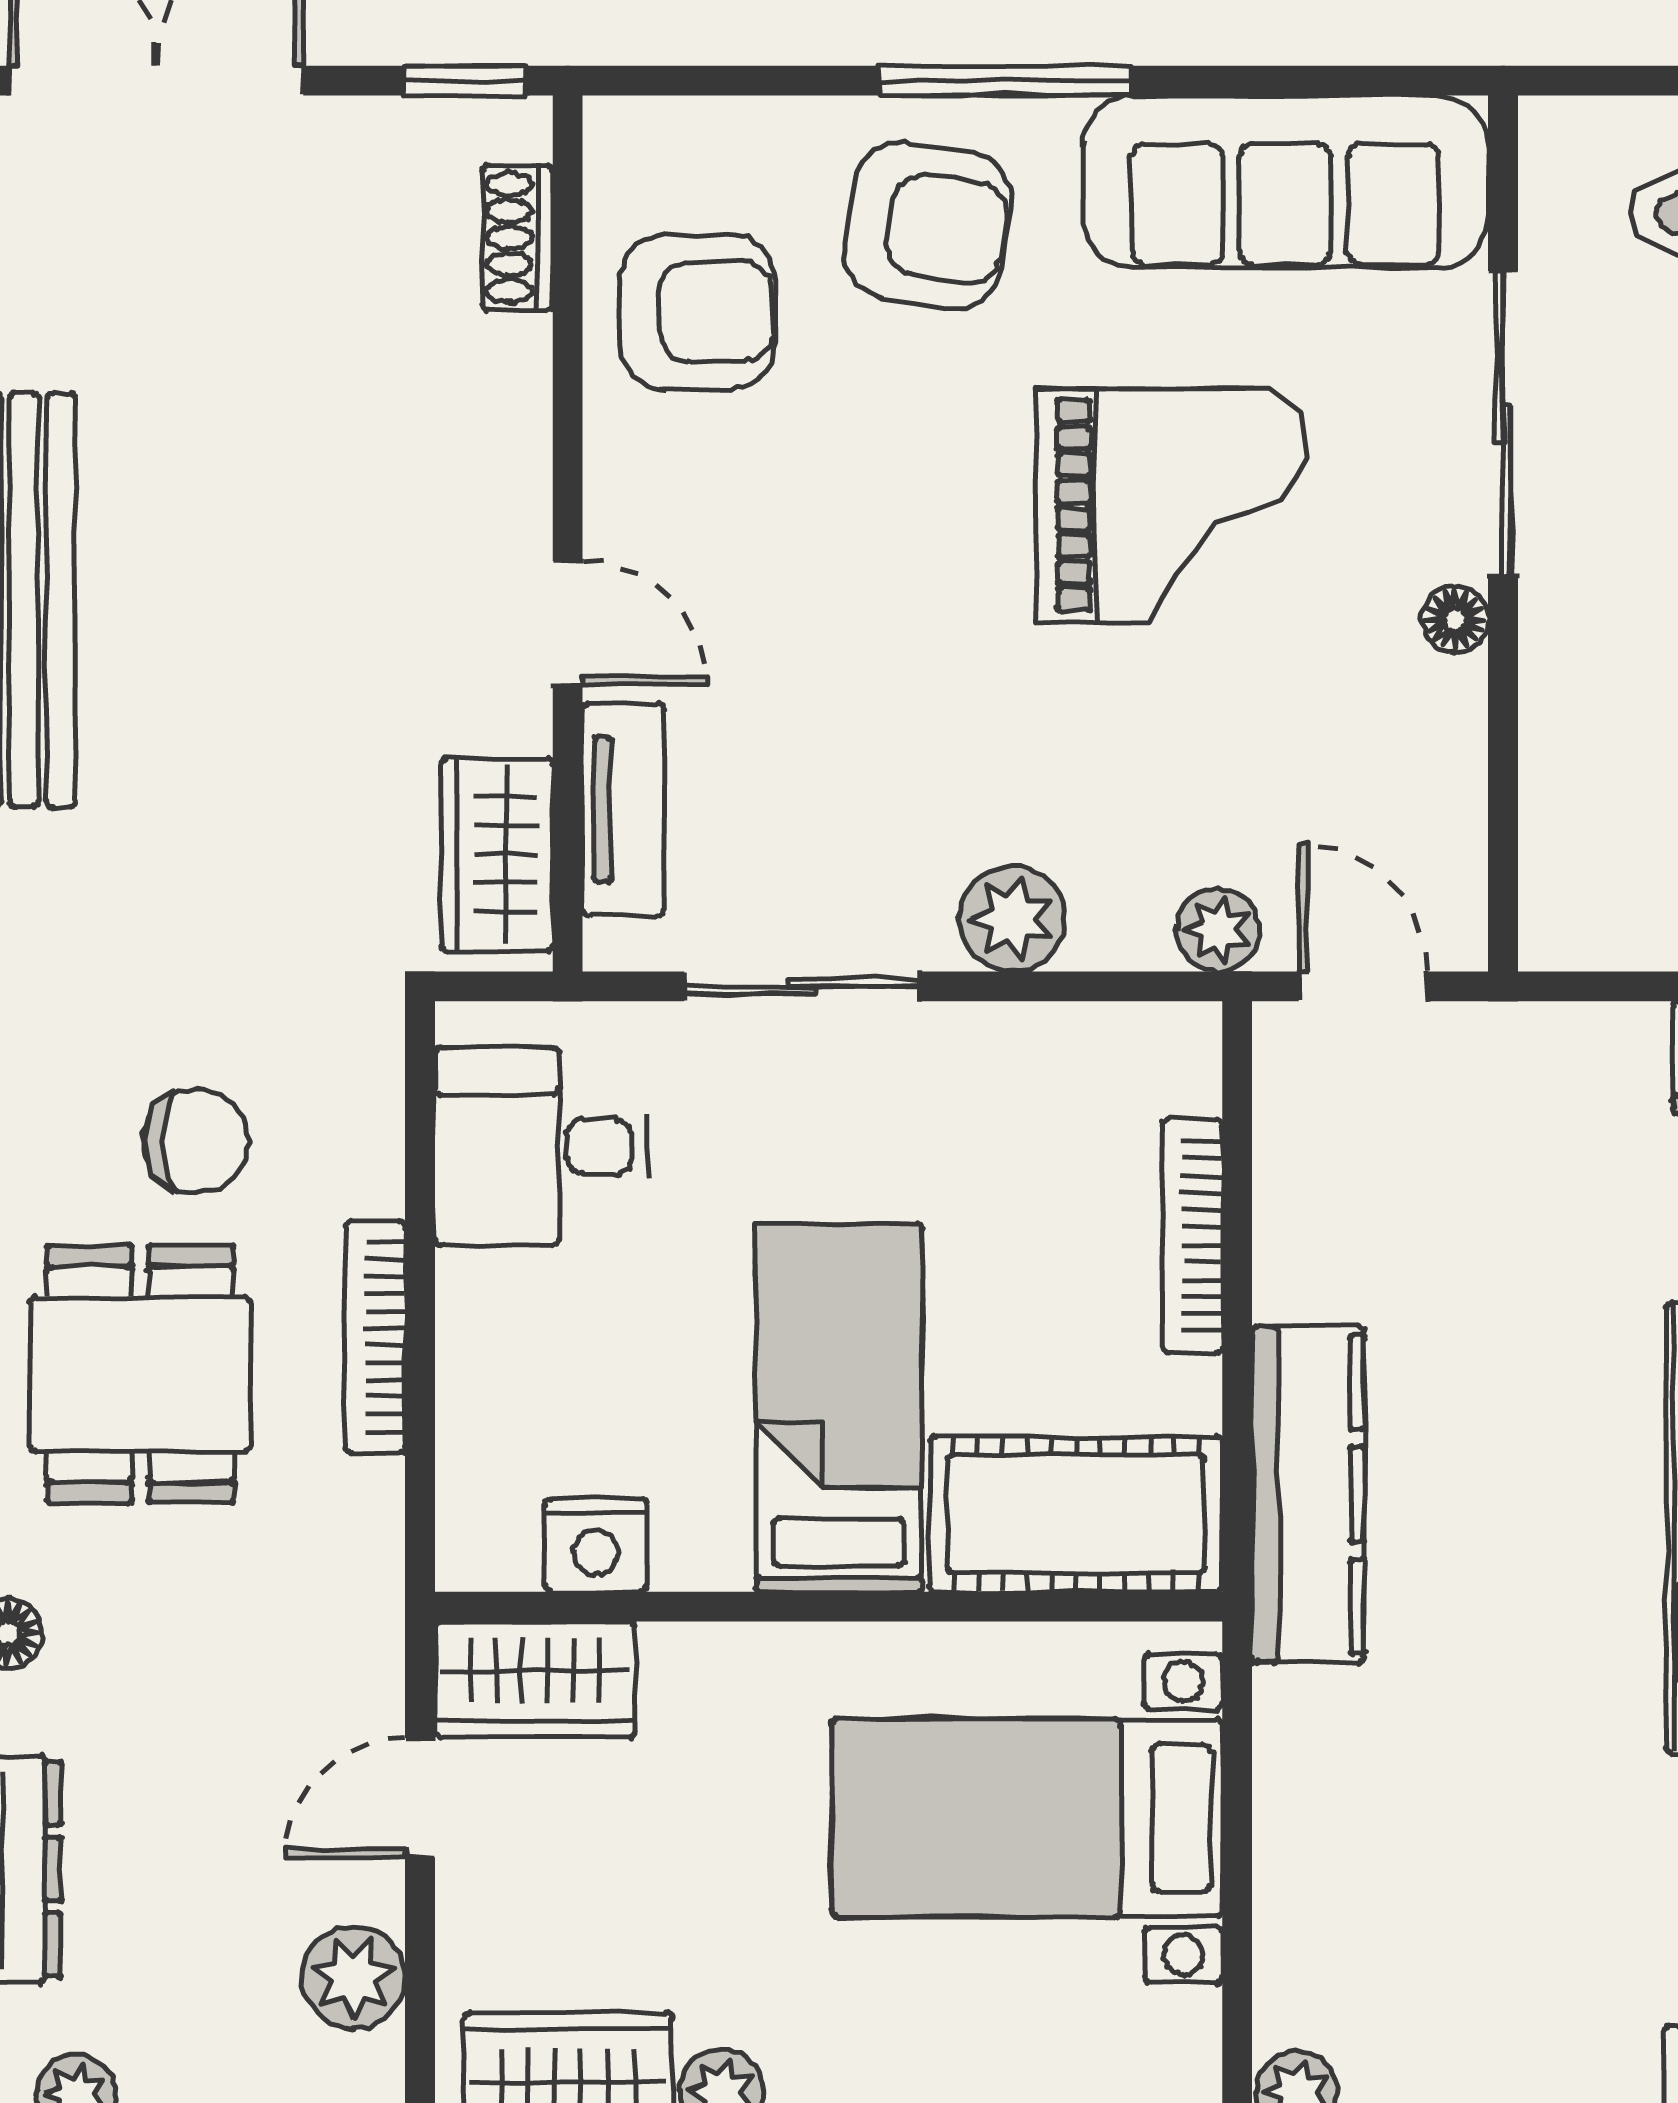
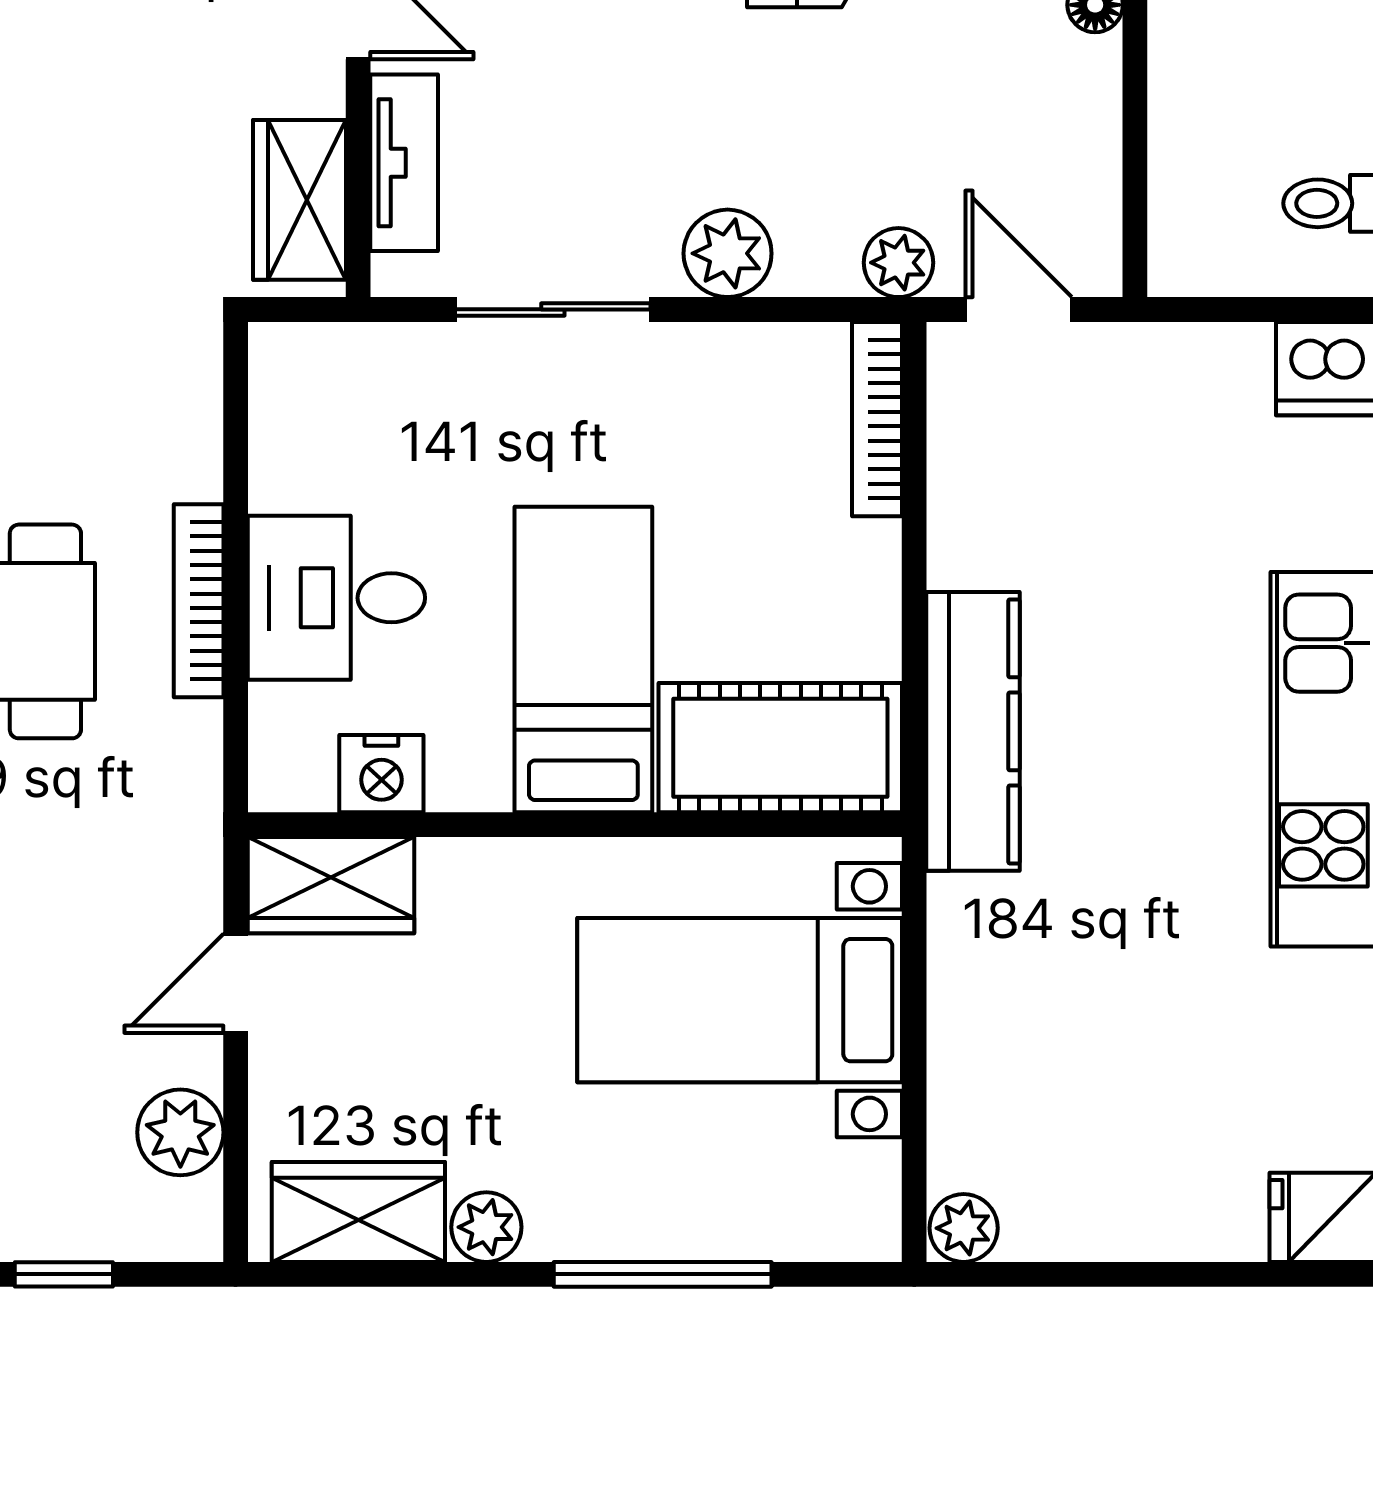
chair: (196, 1141) -> (49, 438), removed
desk: (541, 1146) -> (336, 598), moved
bookcase: (1192, 1236) -> (877, 419), moved

